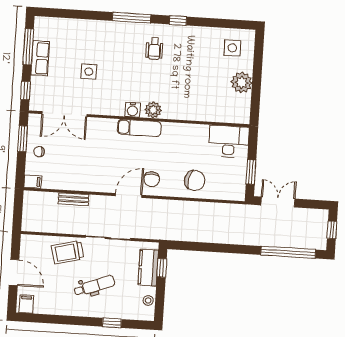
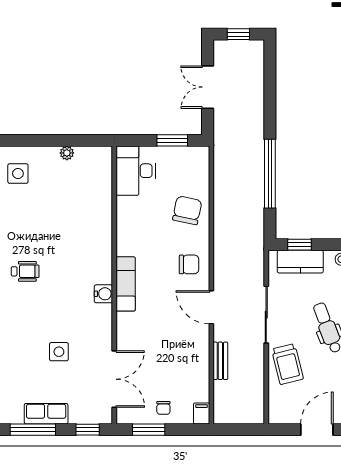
plant: (242, 82) -> (67, 153), width x0.53, depth x0.53
plant: (153, 110) -> (102, 268), removed
door: (129, 195) -> (211, 307), moved
double door: (278, 202) -> (208, 87), moved
window: (288, 252) -> (270, 174), moved

